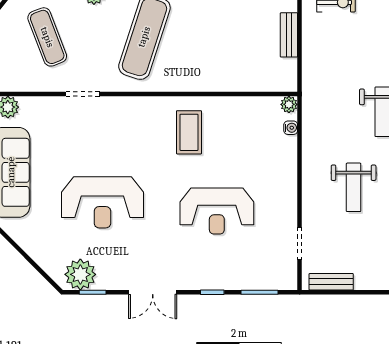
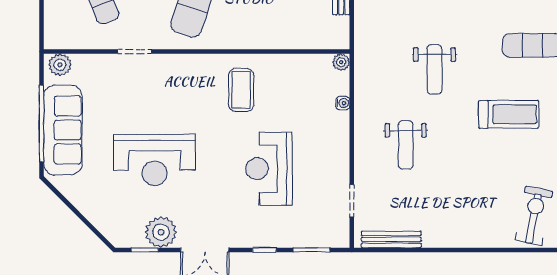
water cooler: (291, 128) -> (343, 103), moved
reception desk: (217, 211) -> (269, 169), turned 90
plant: (80, 274) -> (161, 232), moved
bench: (331, 282) -> (391, 239), width x1.36

